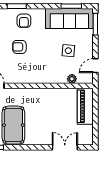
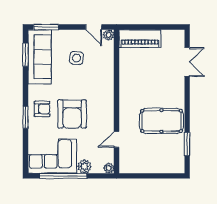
armchair: (19, 47) -> (72, 114), width x1.88, depth x1.88
plant: (72, 79) -> (109, 35), moved
double door: (65, 147) -> (187, 62), swing flipped

